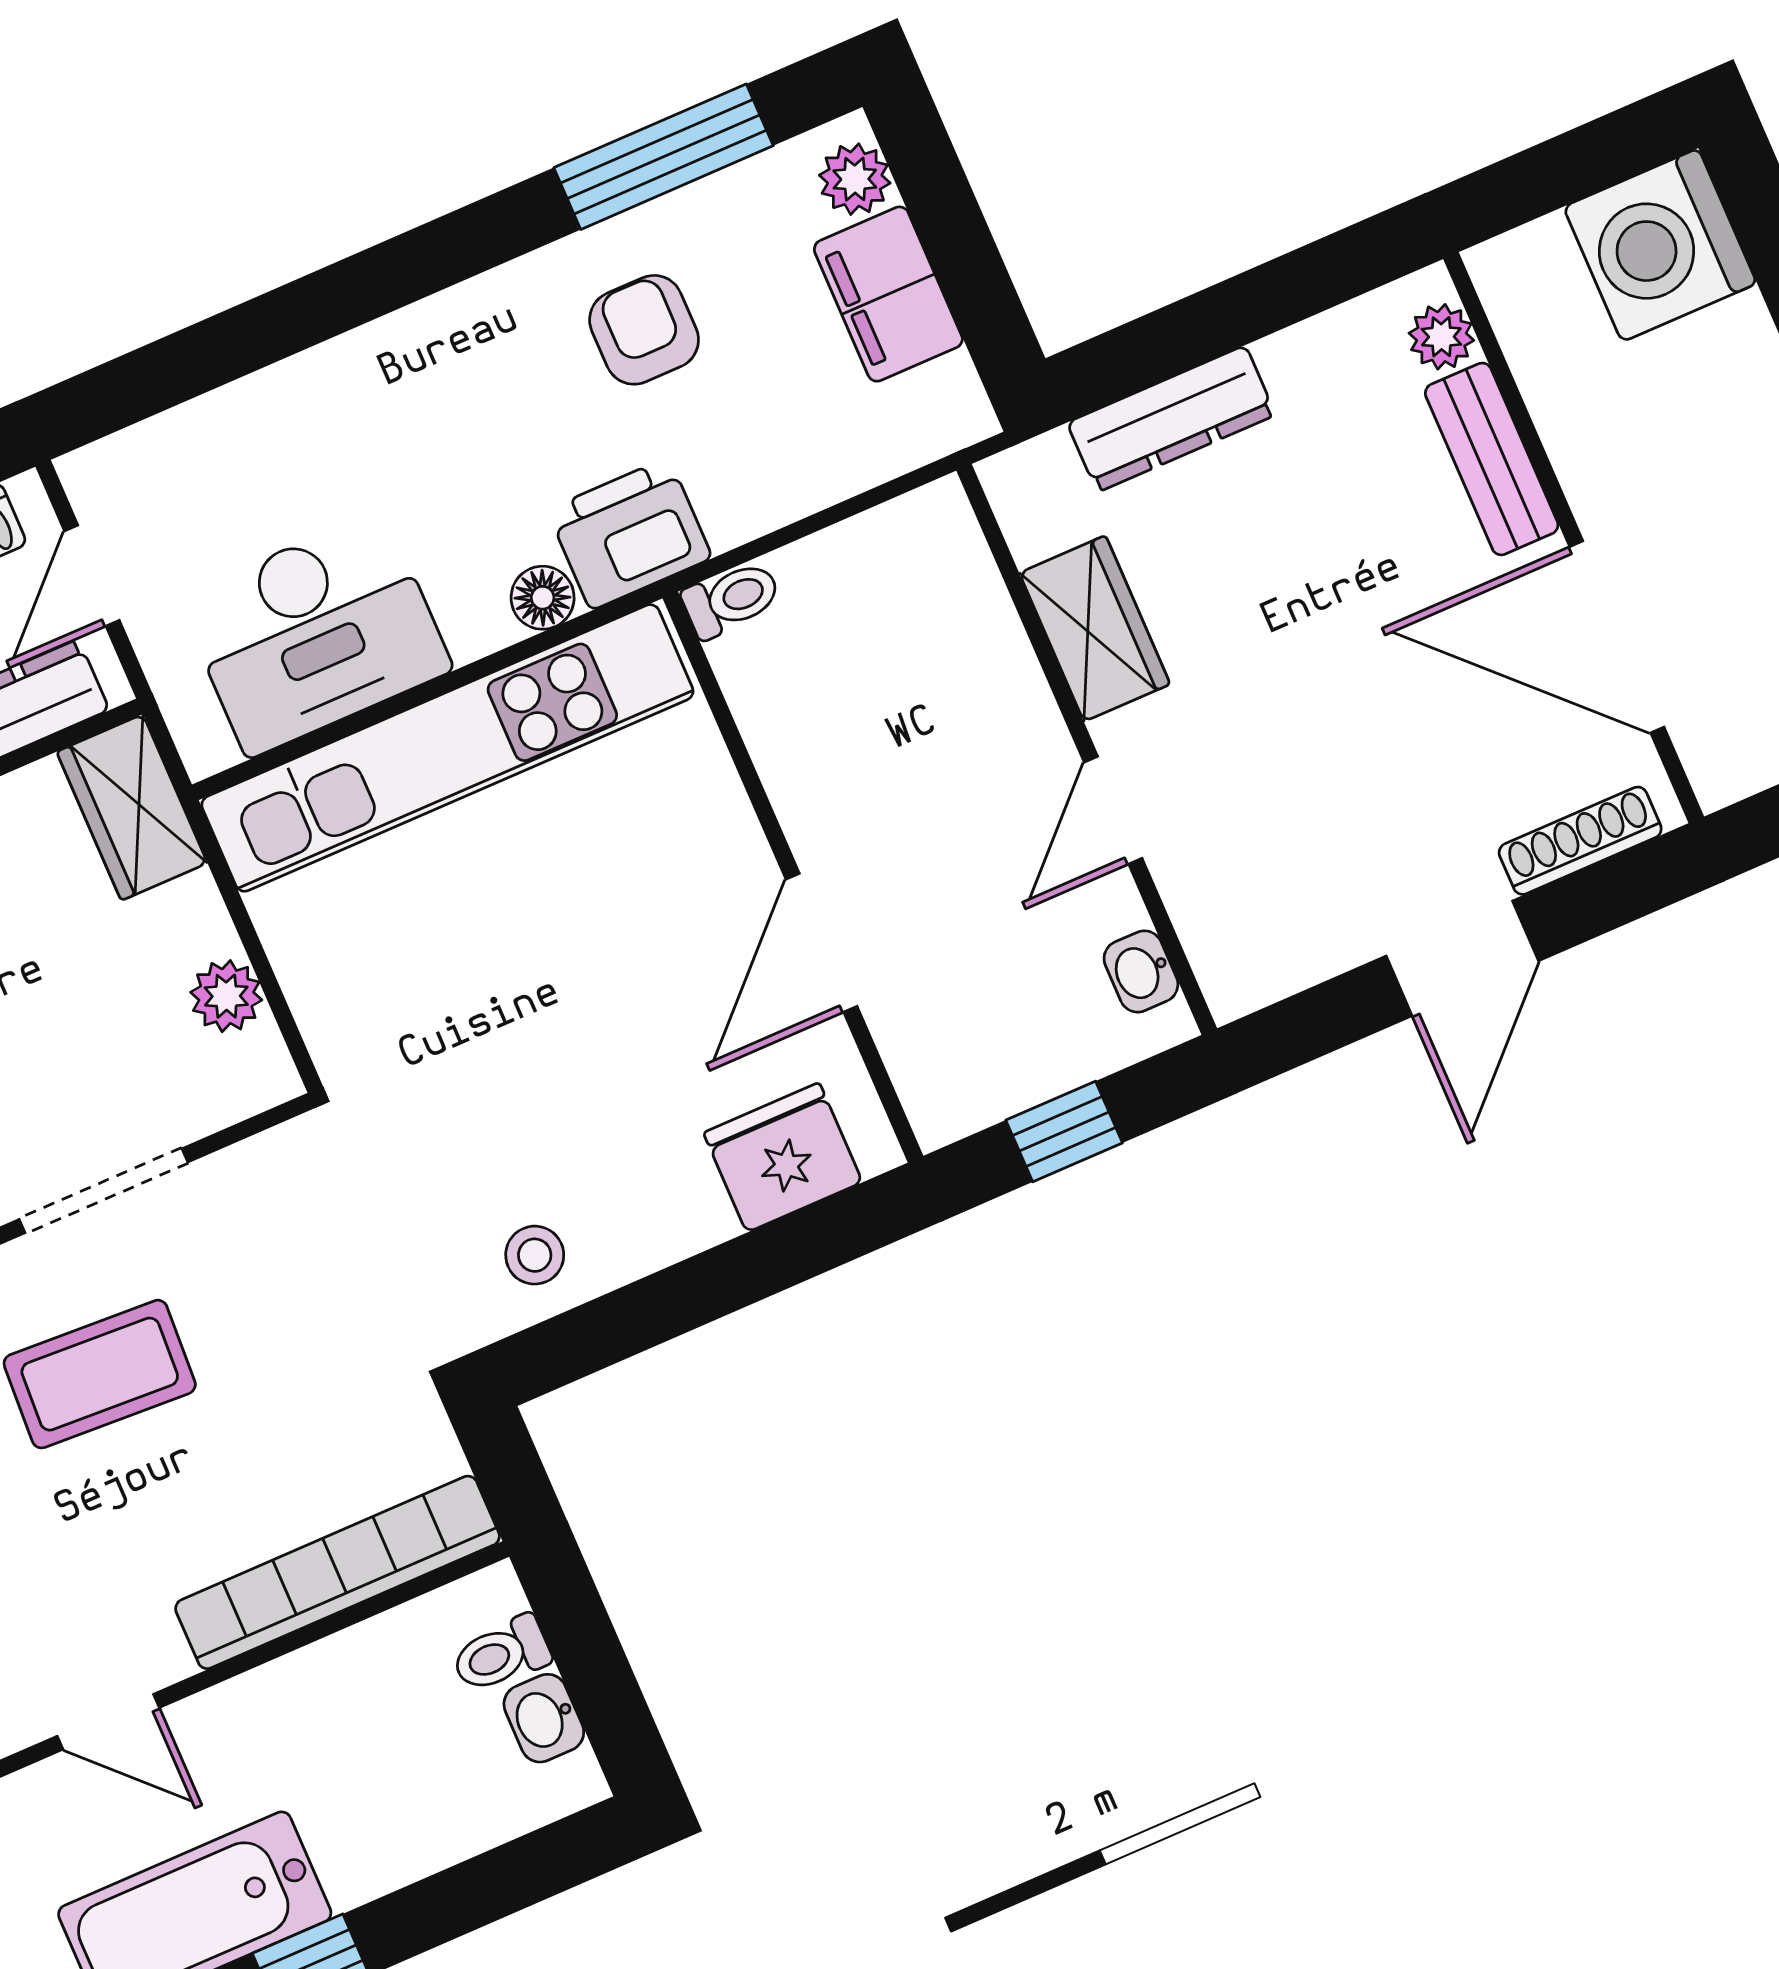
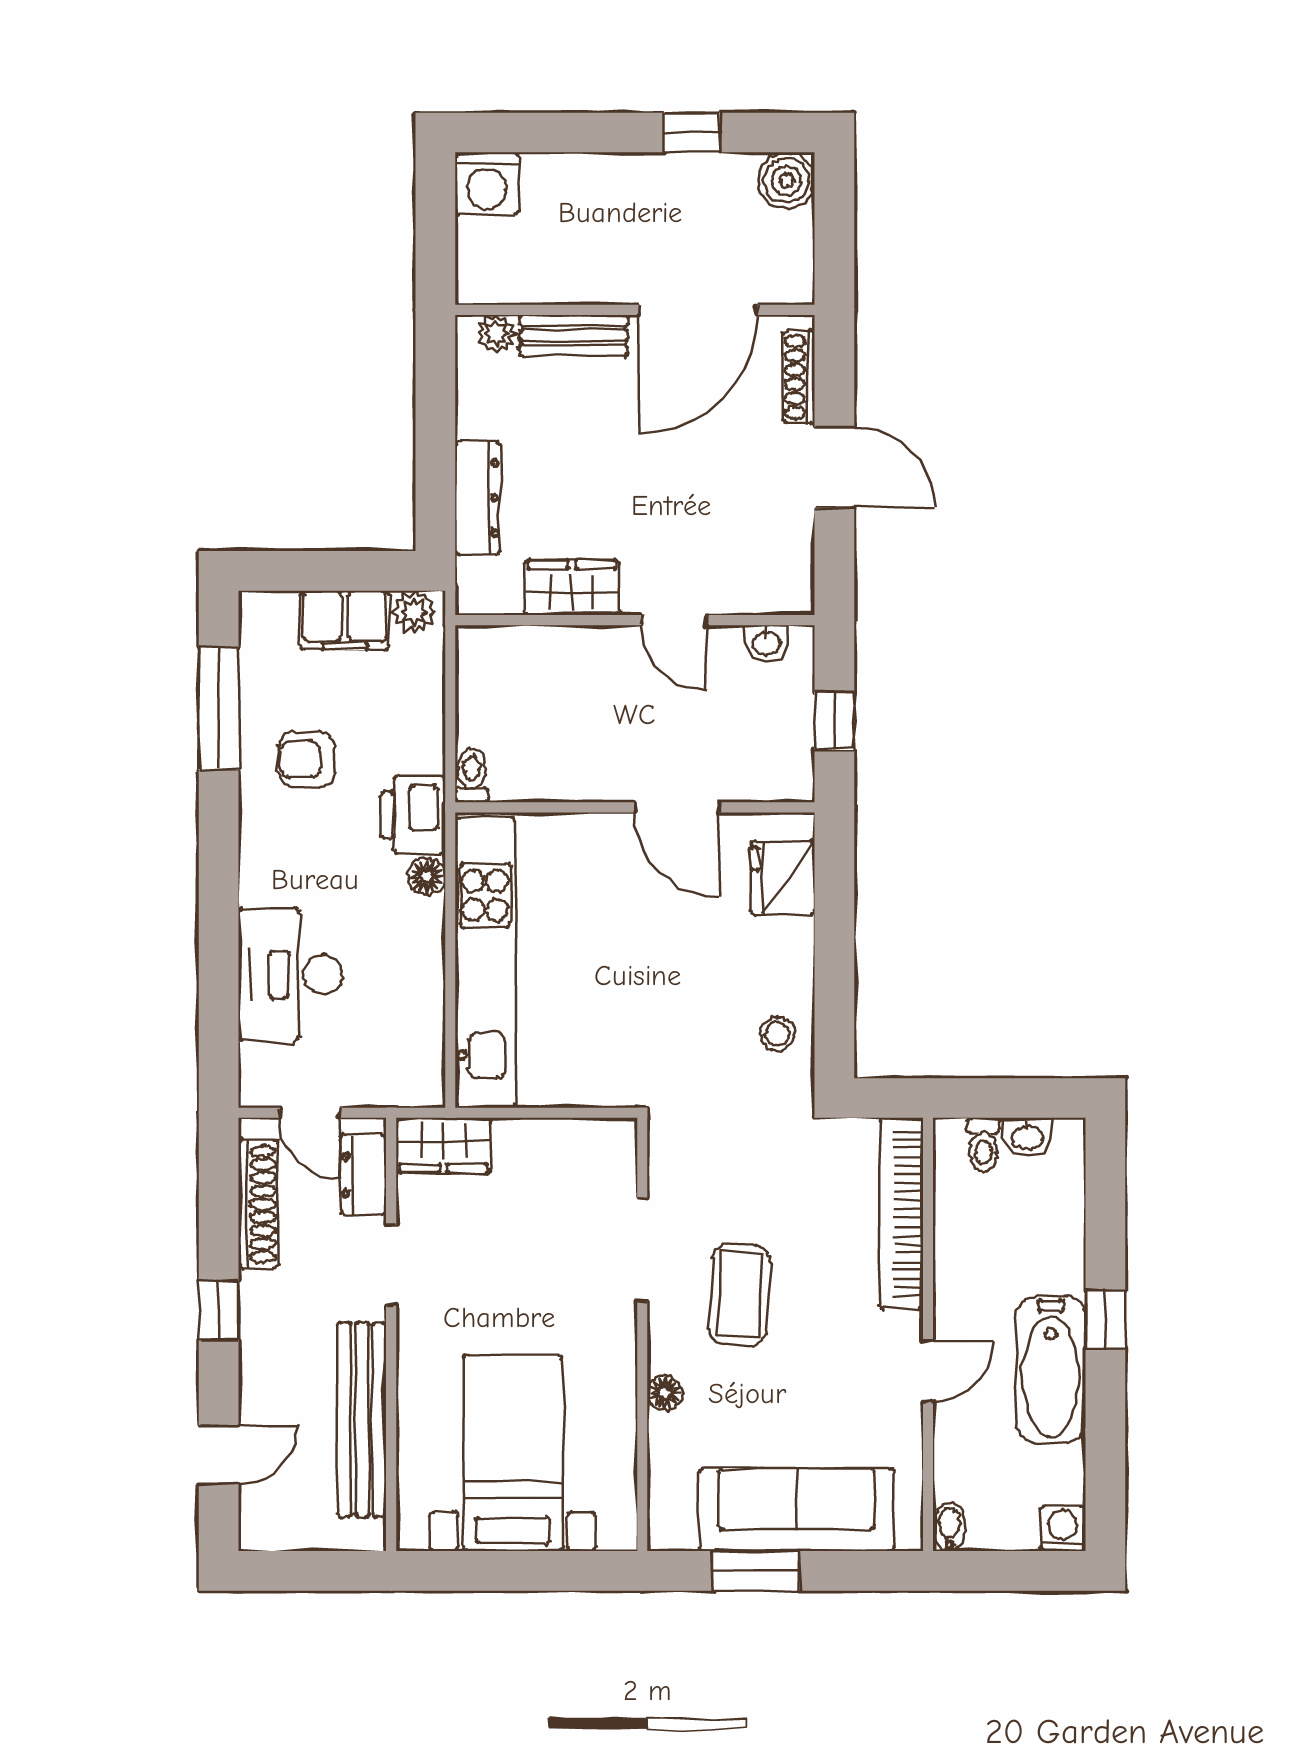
plant: (855, 179) -> (414, 612), moved
washing machine: (1660, 245) -> (487, 184), width x0.73, depth x0.73
desk: (315, 634) -> (291, 974), moved, turned 180
plant: (226, 996) -> (567, 1139), removed

